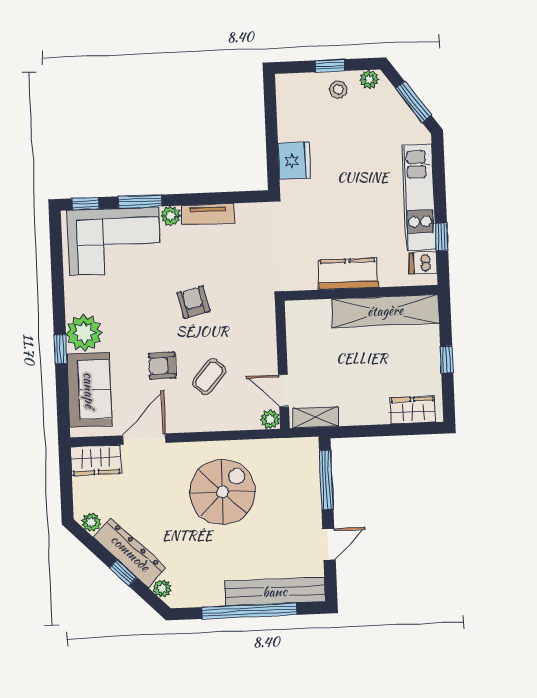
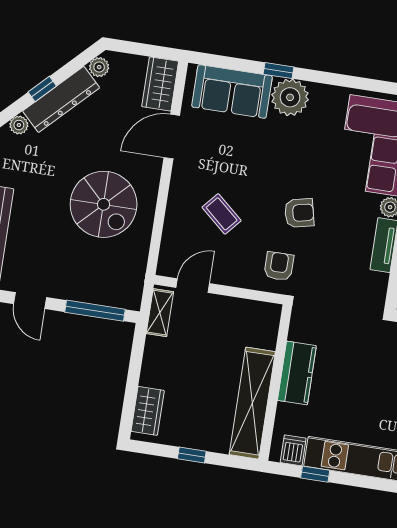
armchair: (162, 366) -> (279, 266), moved
plant: (270, 419) -> (167, 267), removed
door: (144, 439) -> (172, 137), swing flipped

